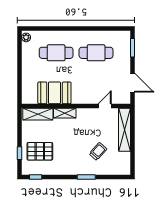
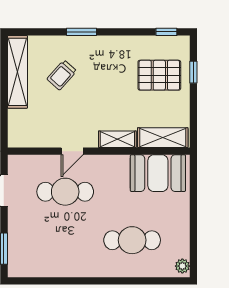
cafe table: (96, 53) -> (65, 192), moved
booth: (54, 93) -> (158, 173), moved
door: (105, 106) -> (72, 151), moved
shelving: (125, 130) -> (17, 72), moved

